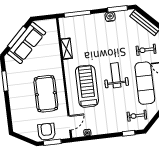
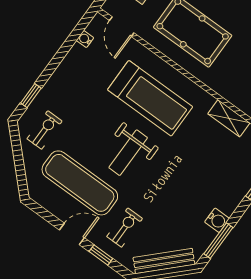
weight bench: (116, 75) -> (128, 153), turned 90

